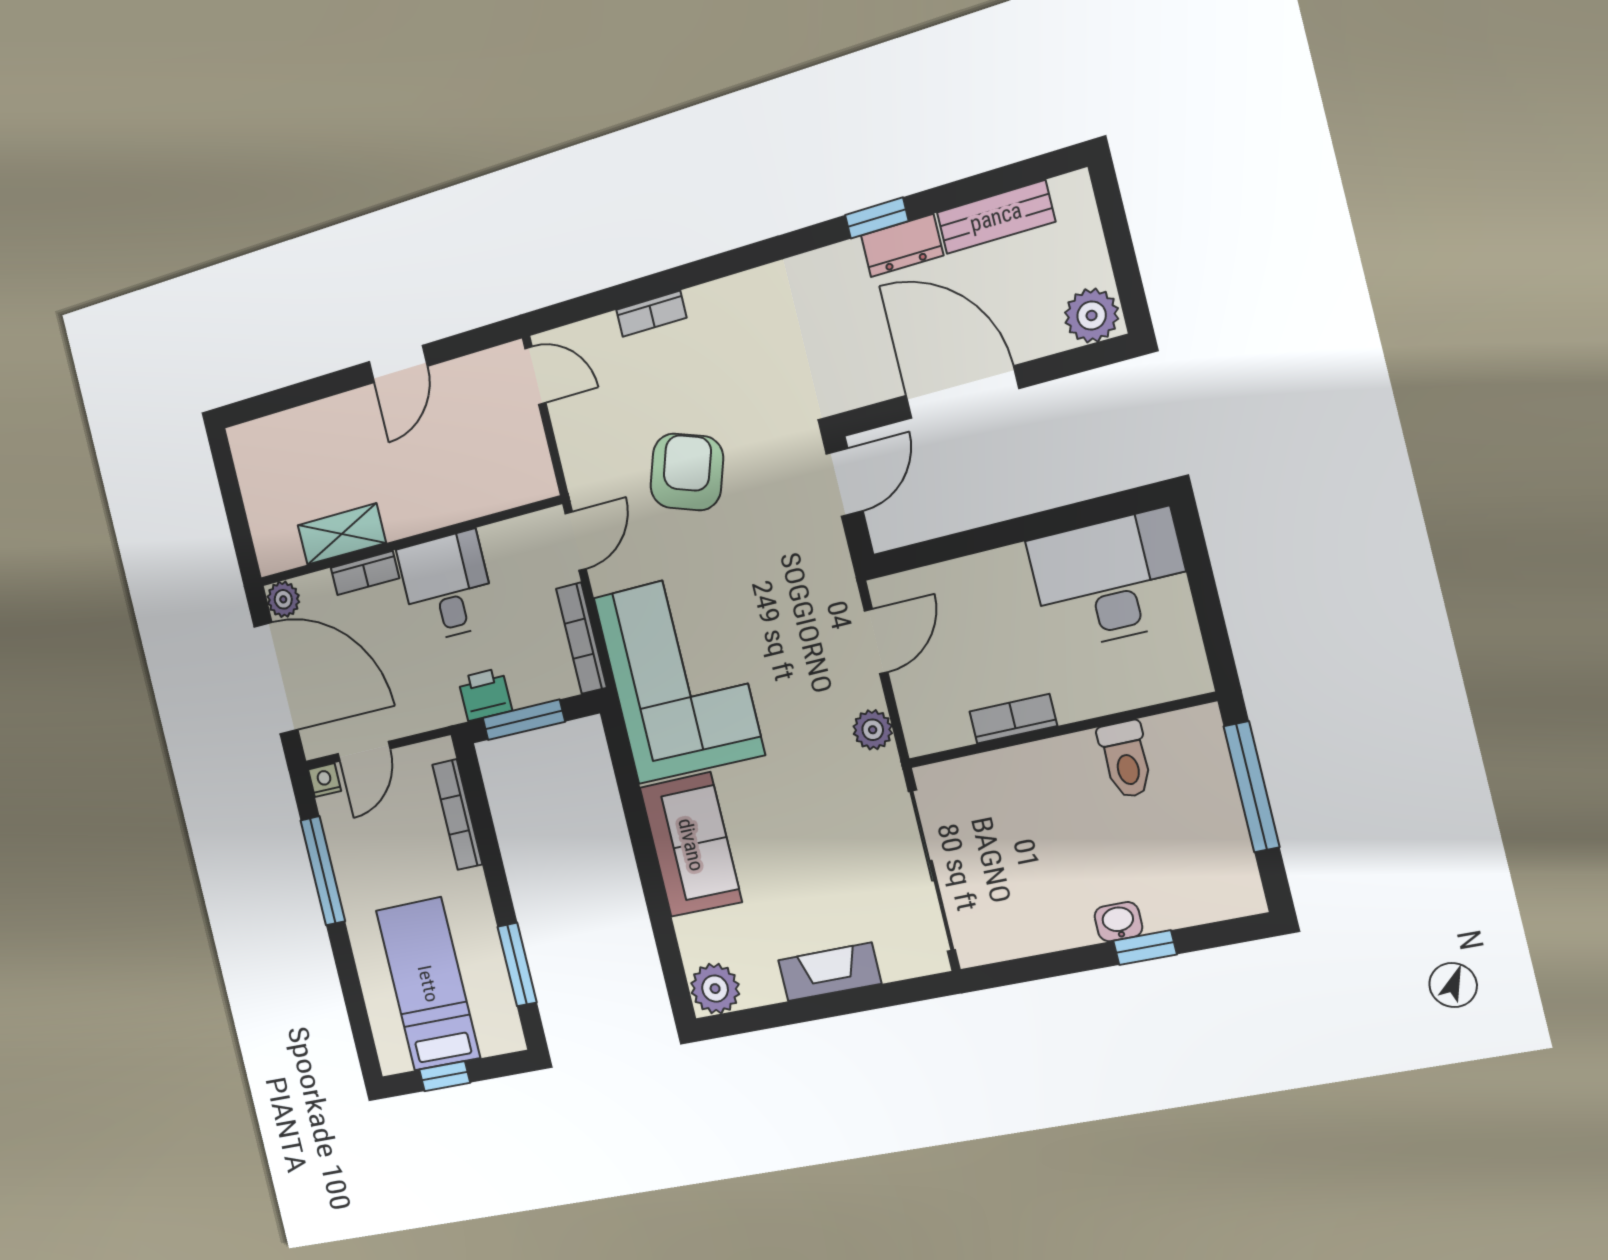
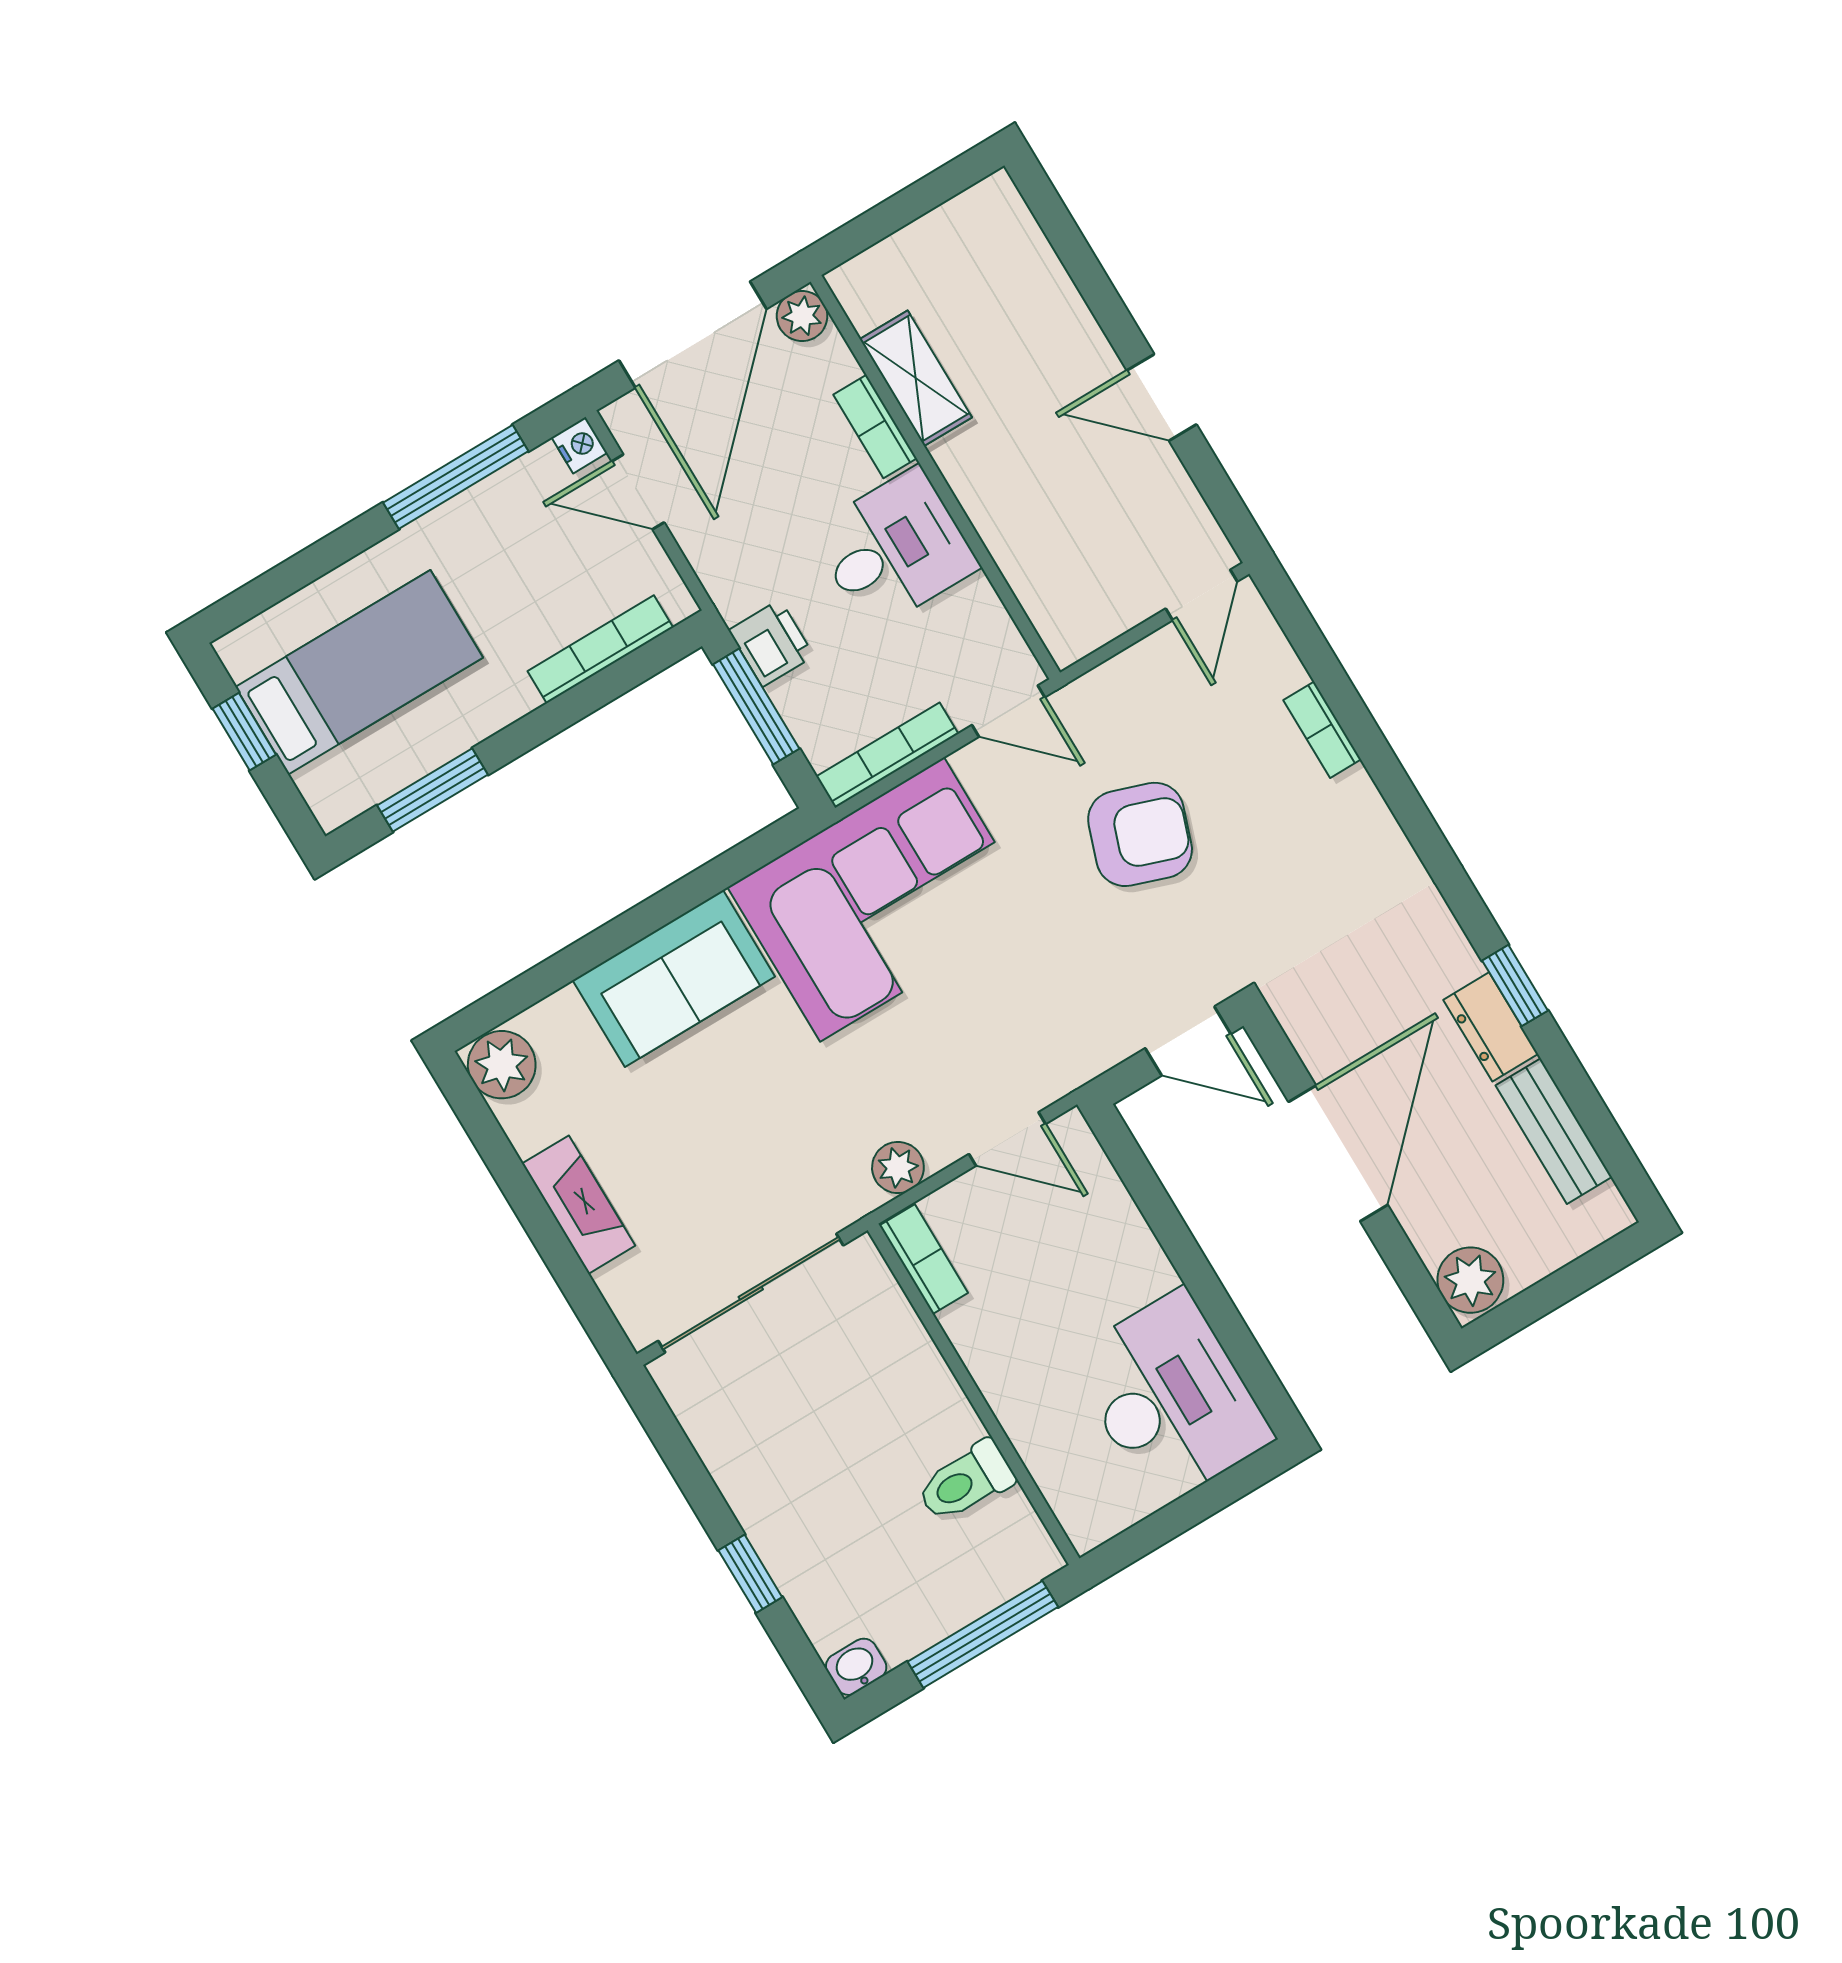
bookcase: (1013, 719) -> (924, 1259), moved
washbasin: (1118, 922) -> (856, 1667), moved, turned -90

